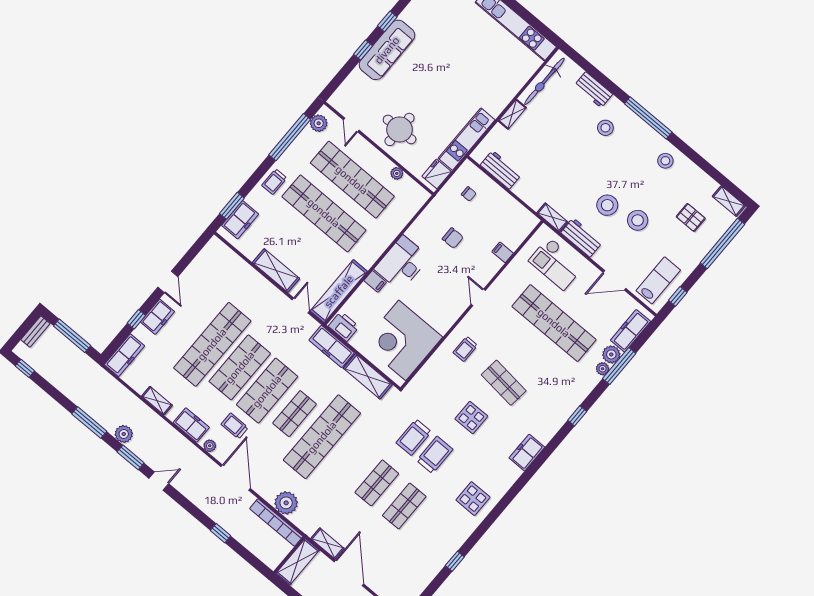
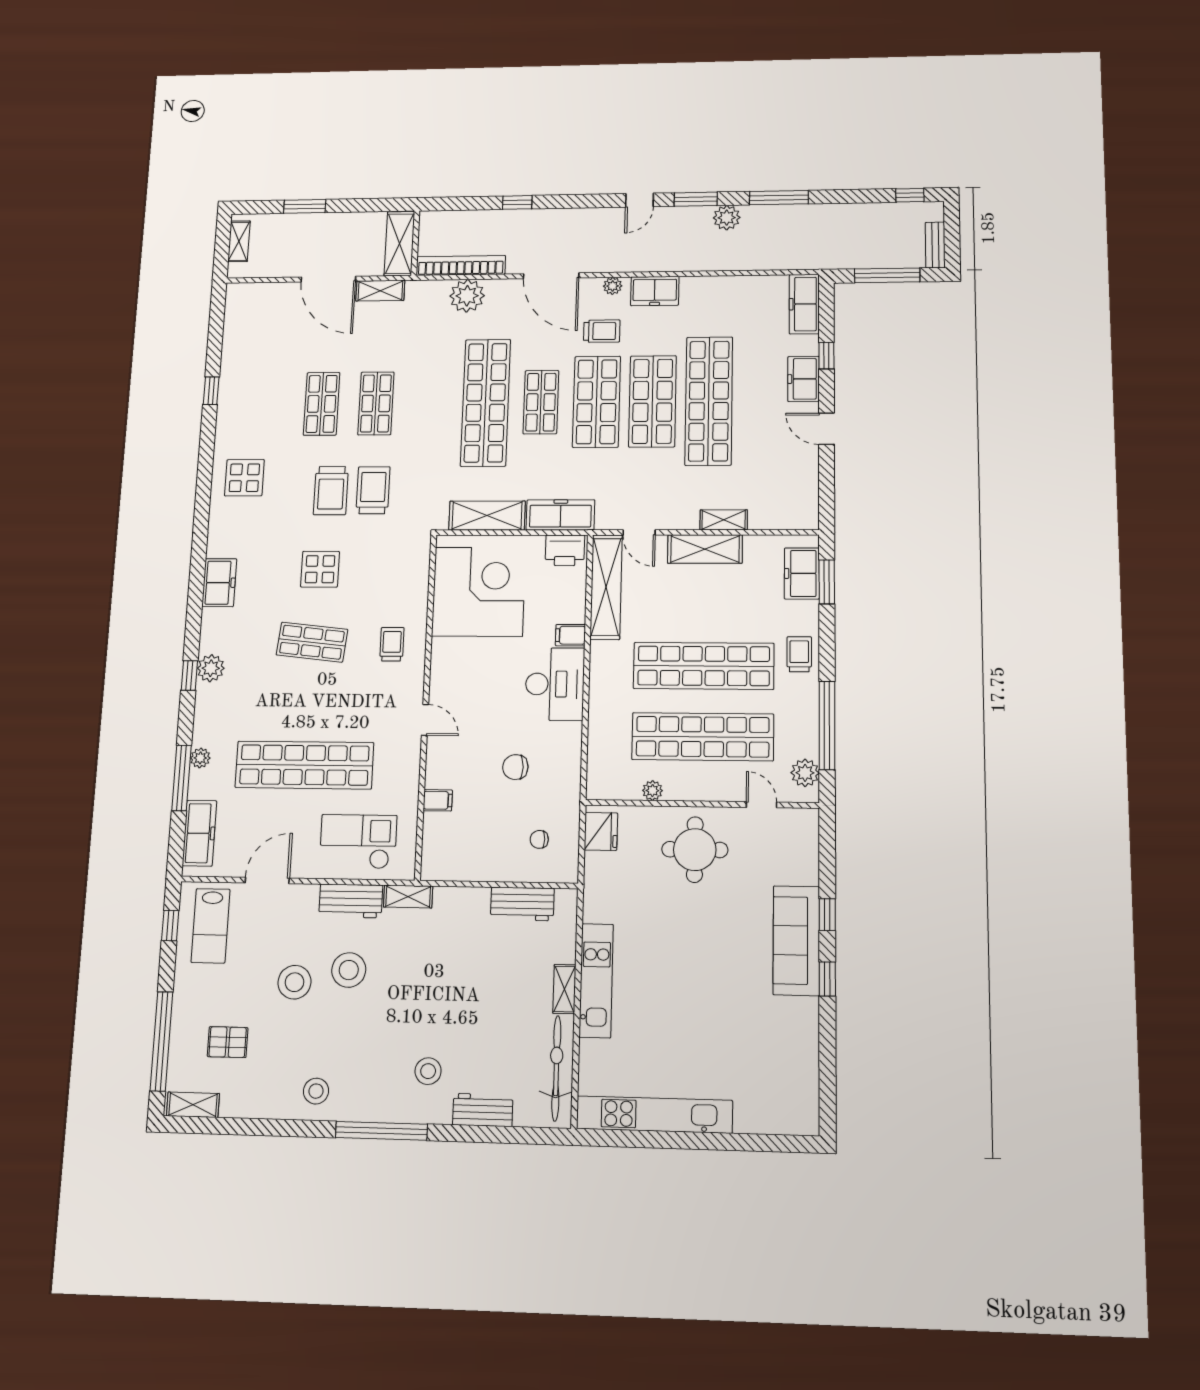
kitchen unit: (467, 139) -> (596, 981), moved
plant: (611, 354) -> (211, 668), moved
shelving: (157, 401) -> (724, 520), moved

